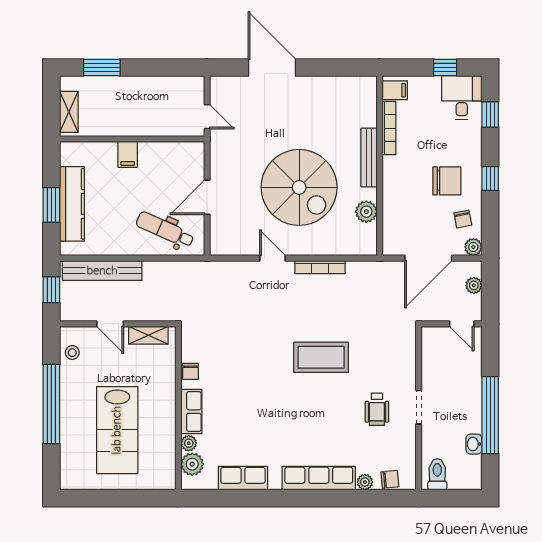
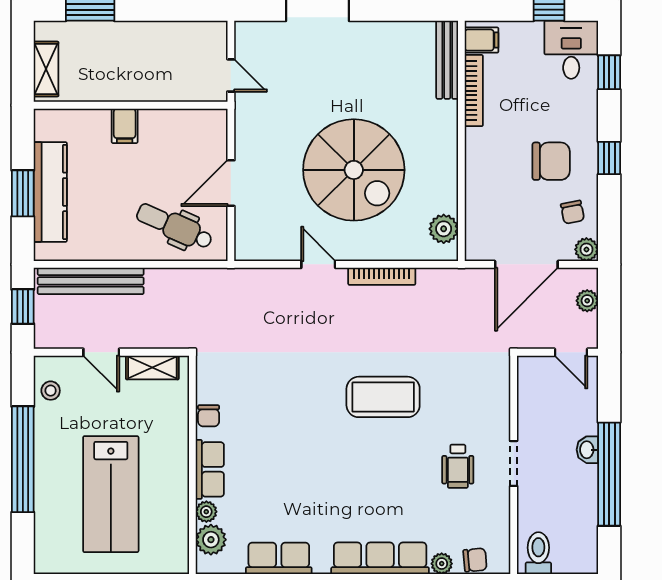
bench: (369, 157) -> (447, 60), moved
plant: (366, 212) -> (444, 229), moved
washbasin: (474, 444) -> (587, 450), moved

